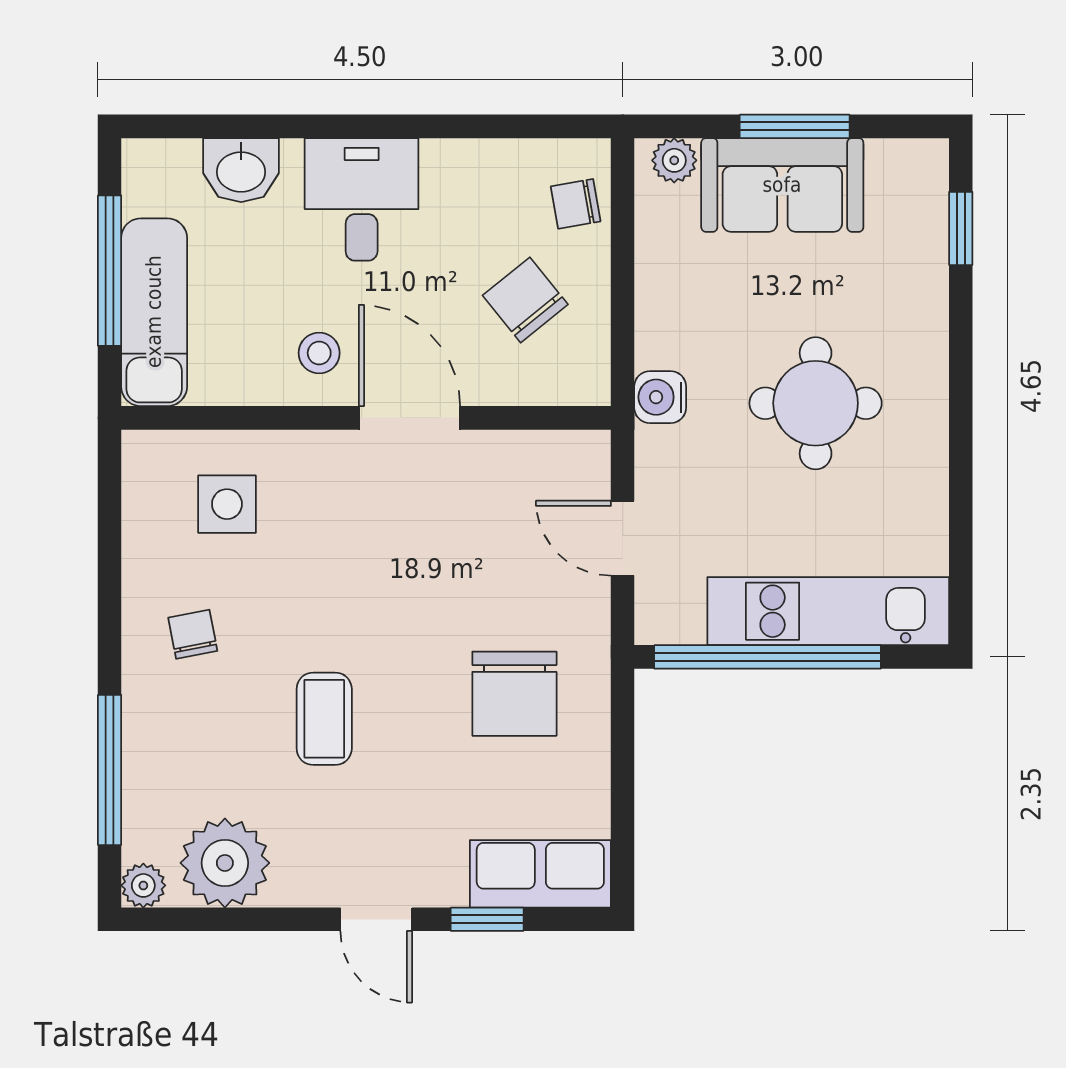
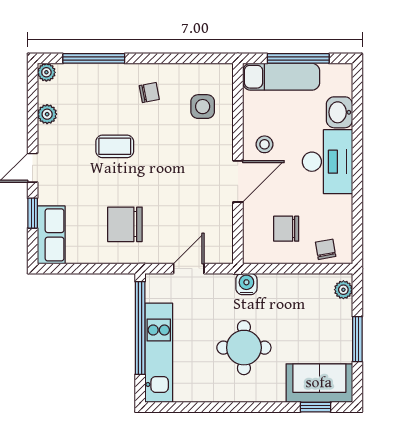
sofa: (782, 185) -> (319, 383), moved, turned 90
desk: (362, 199) -> (327, 162), width x1.37
chair: (525, 300) -> (286, 229), turned -141
plant: (225, 863) -> (47, 114), width x0.53, depth x0.53

